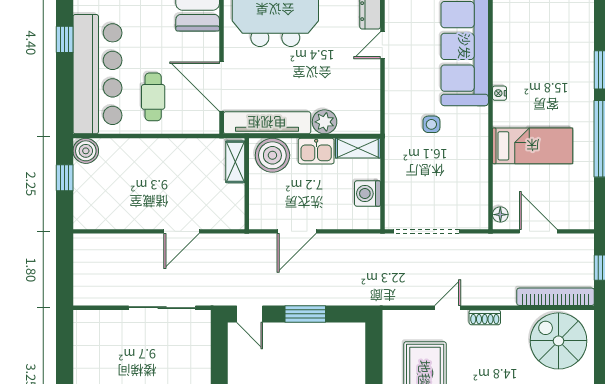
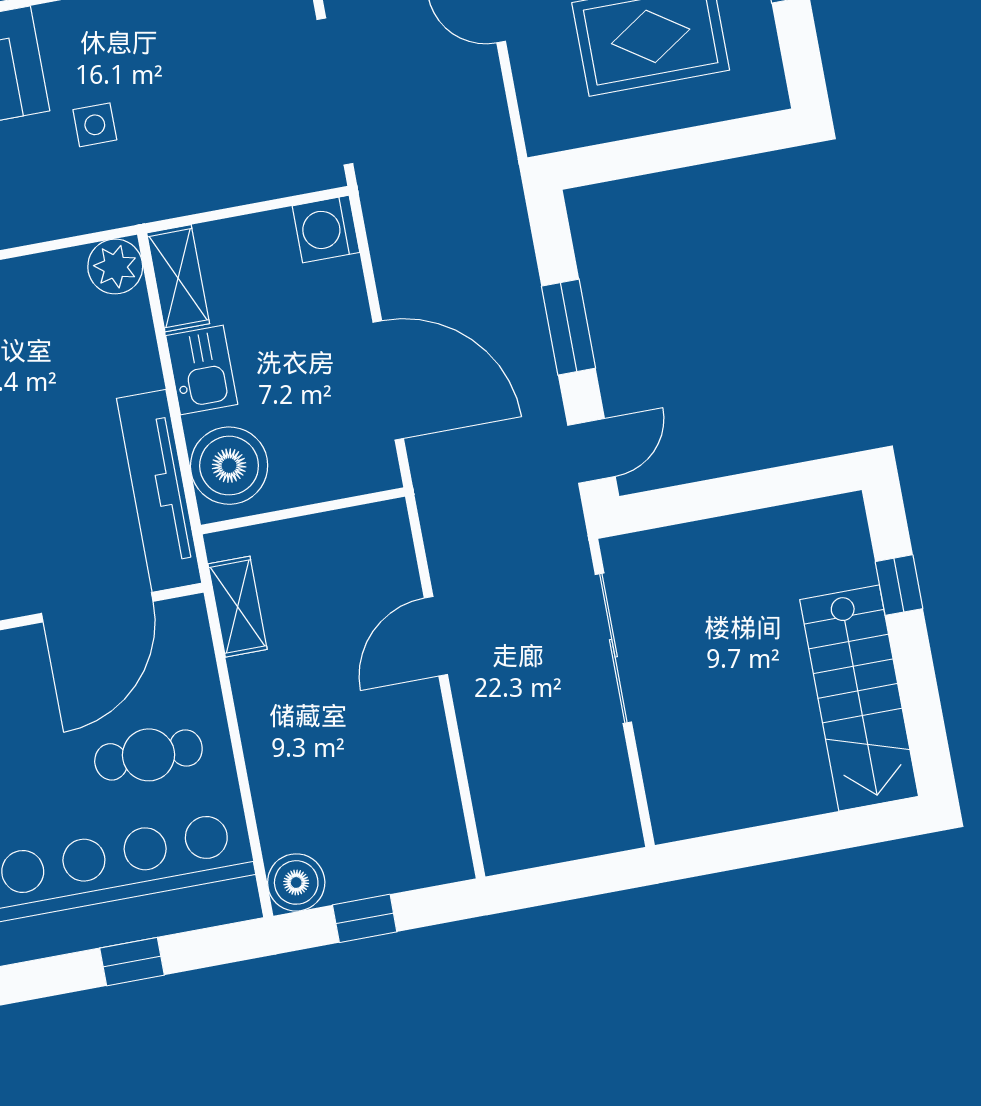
window: (65, 39) -> (132, 962), moved
plant: (325, 122) -> (115, 267), moved
shelving: (235, 162) -> (238, 607), moved, turned 90
washing machine: (367, 194) -> (326, 229), moved, turned 90
door: (182, 231) -> (436, 636), swing flipped
door: (297, 231) -> (388, 380), width x1.36

